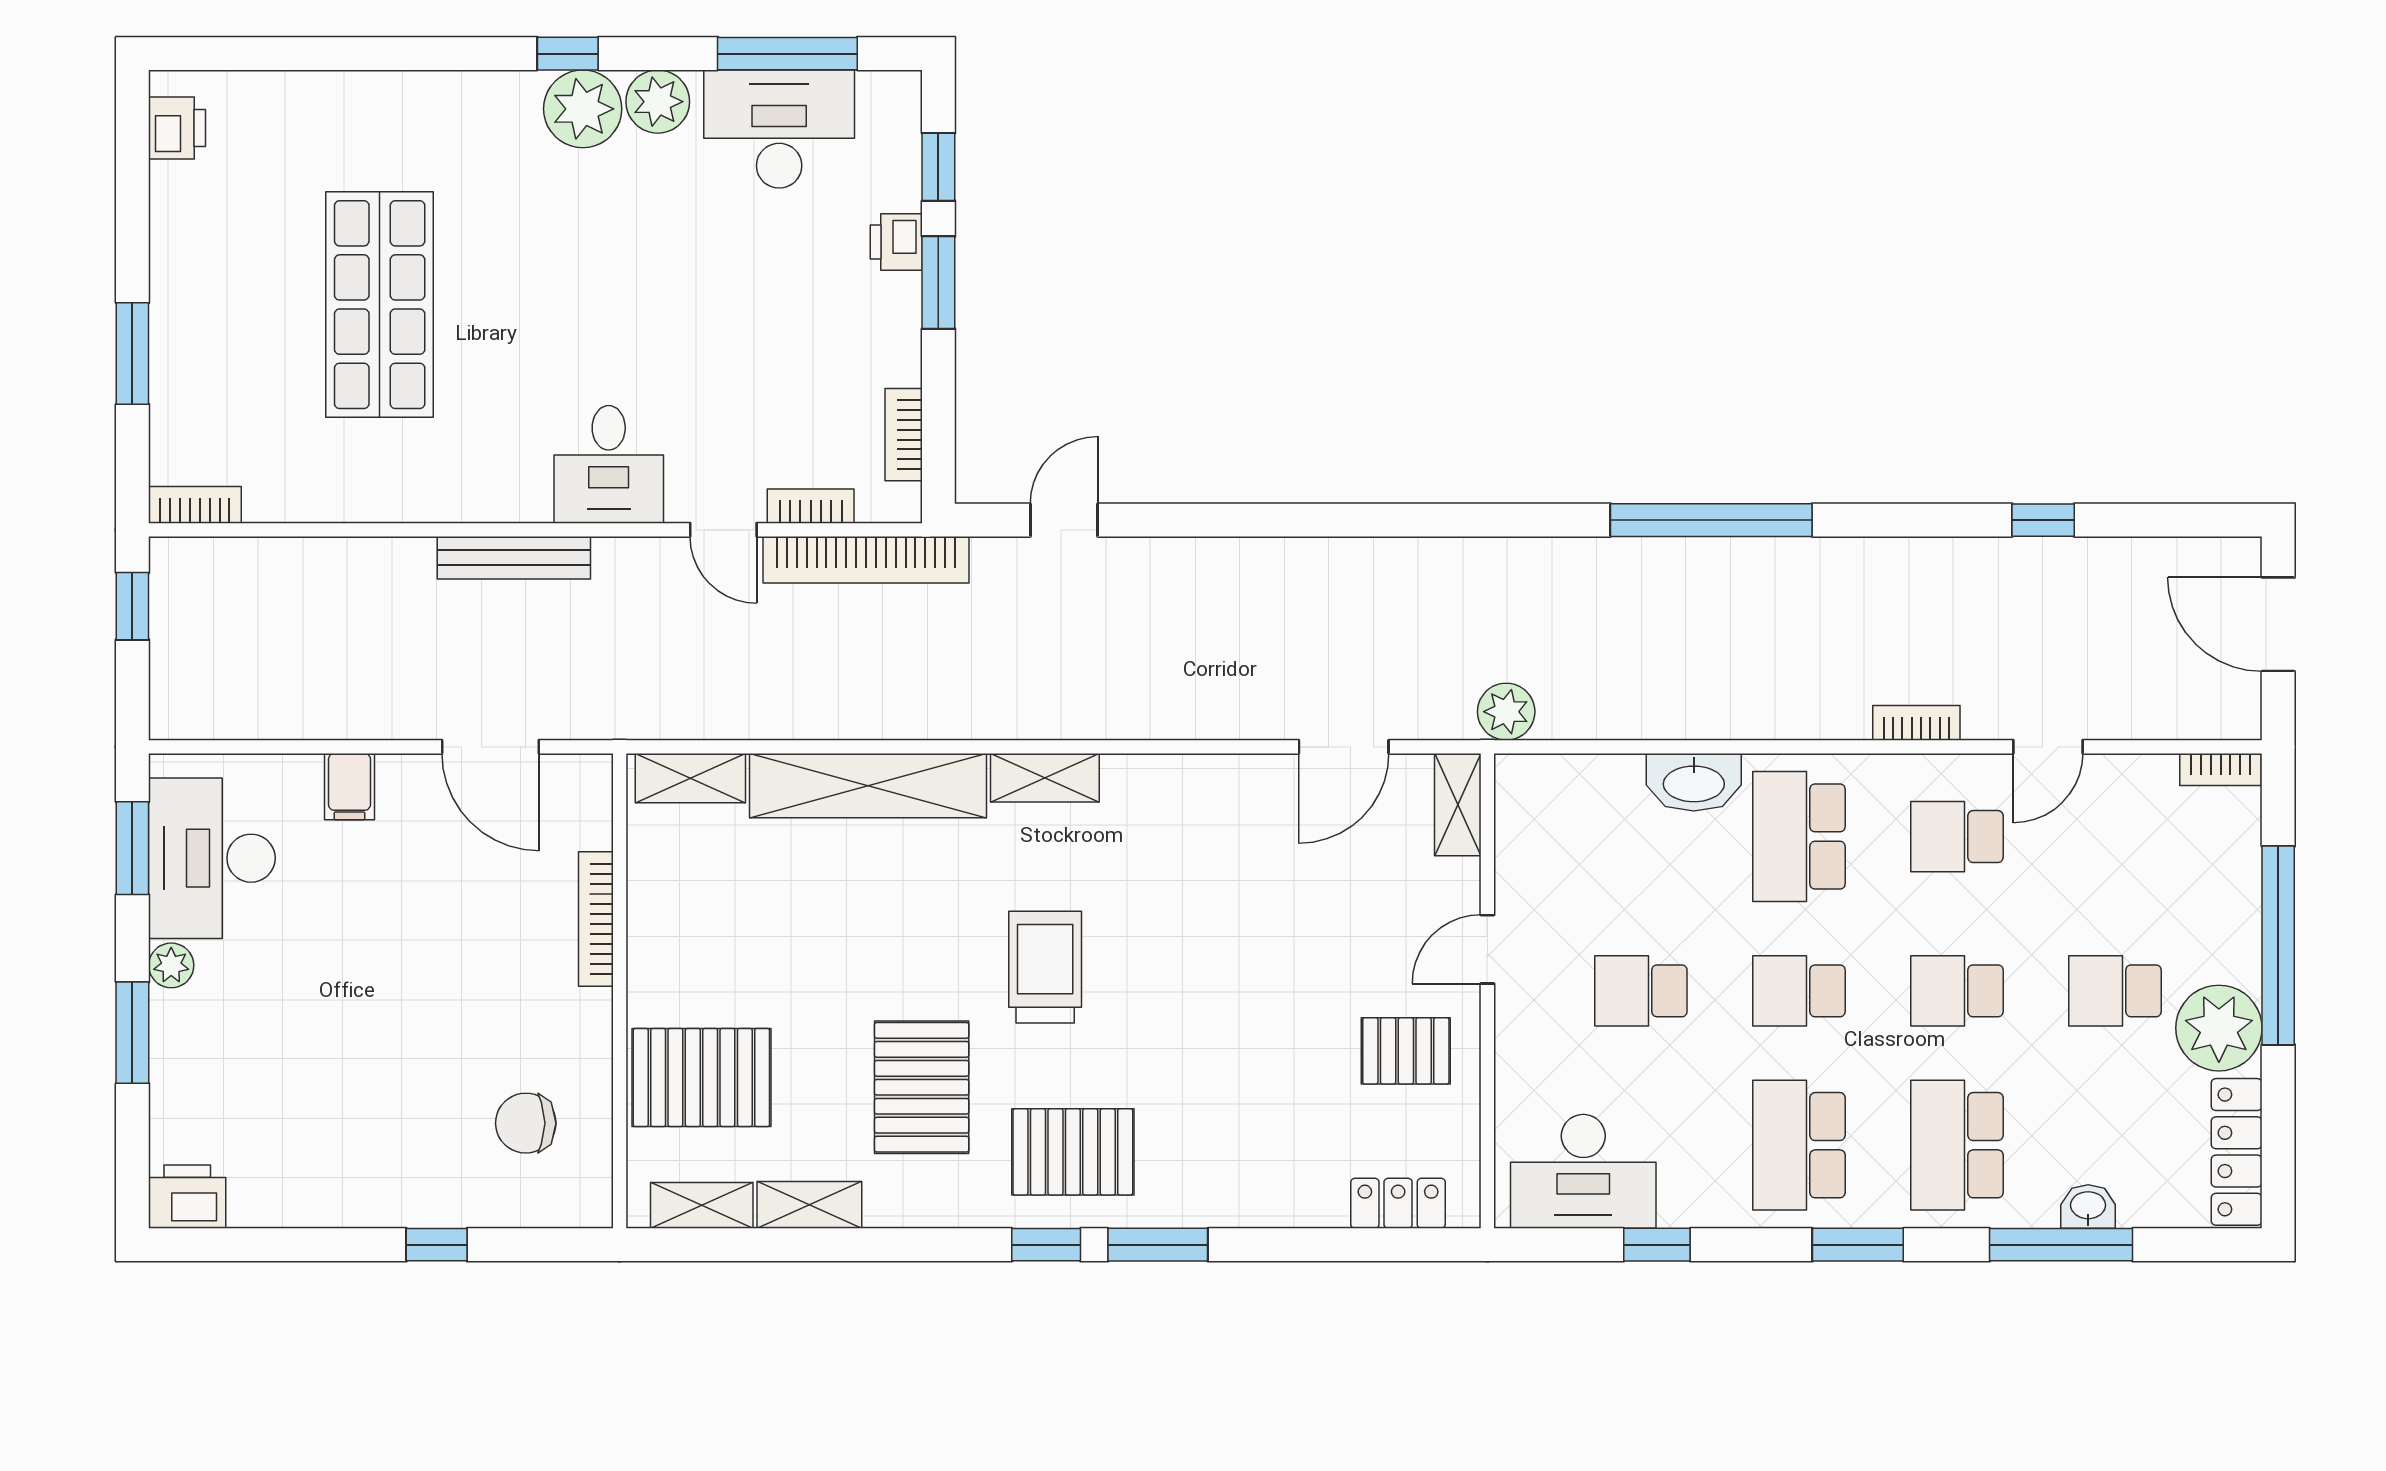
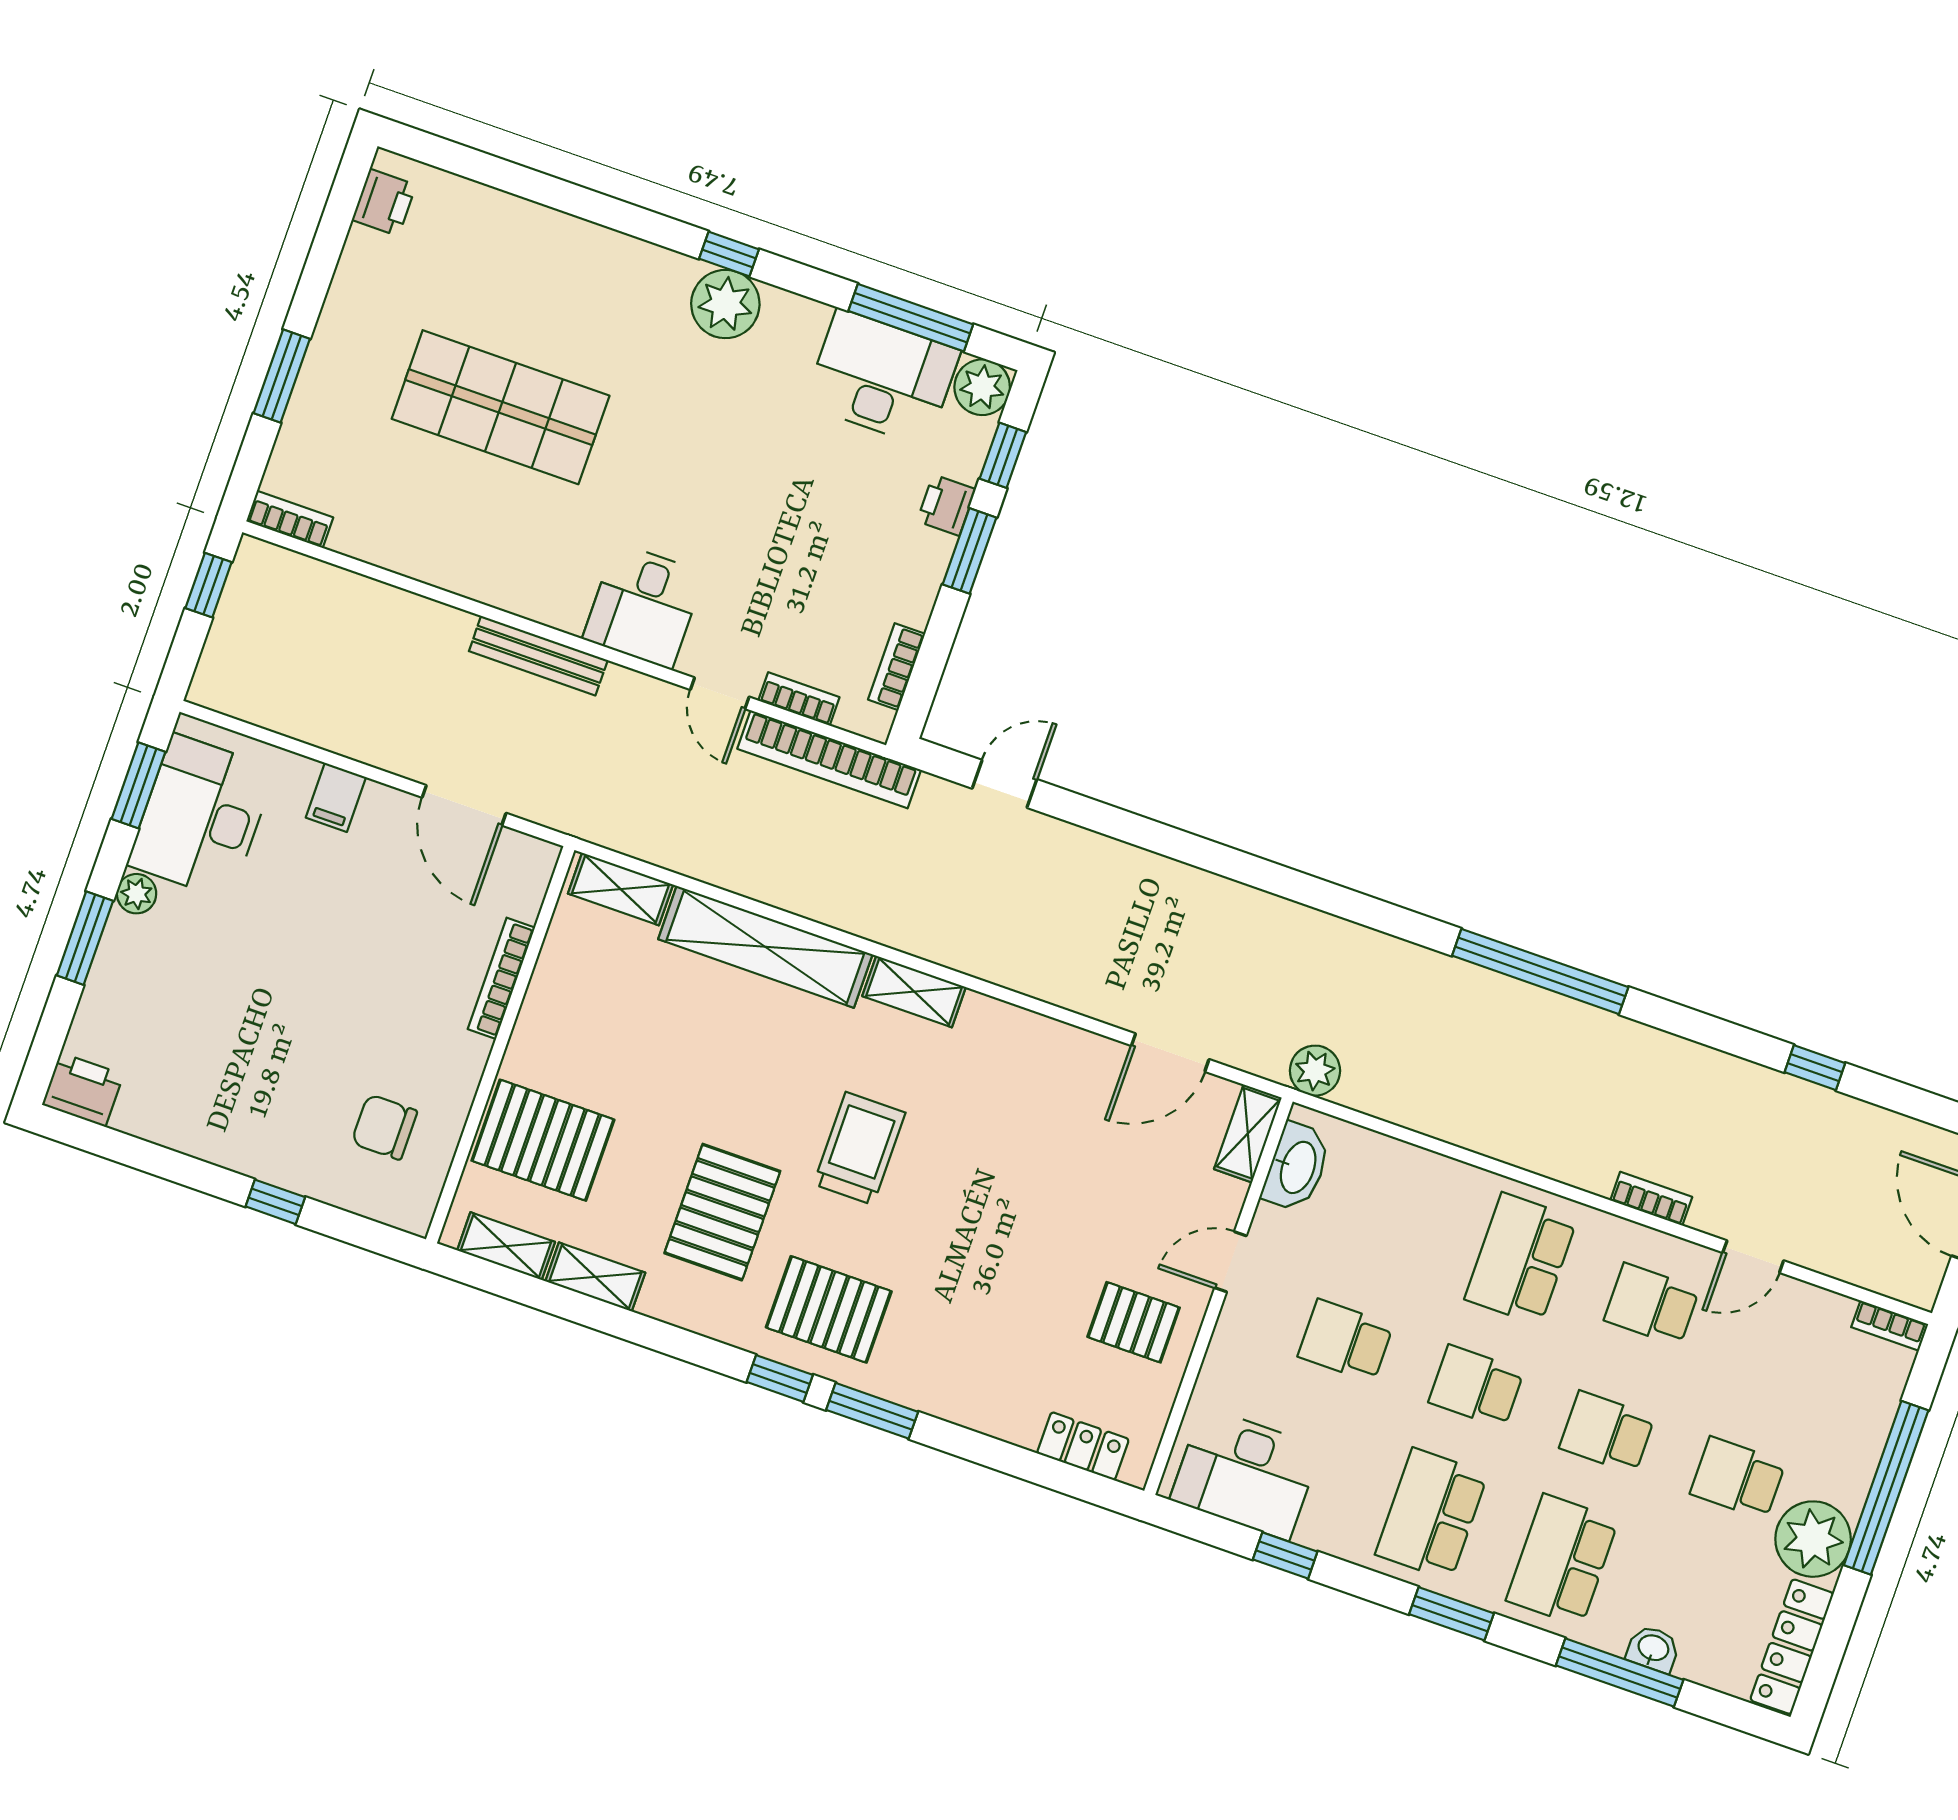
plant: (658, 102) -> (982, 387), moved
shop shelf: (380, 305) -> (501, 407), turned 90
washbasin: (1694, 782) -> (1297, 1167), moved, turned -90

